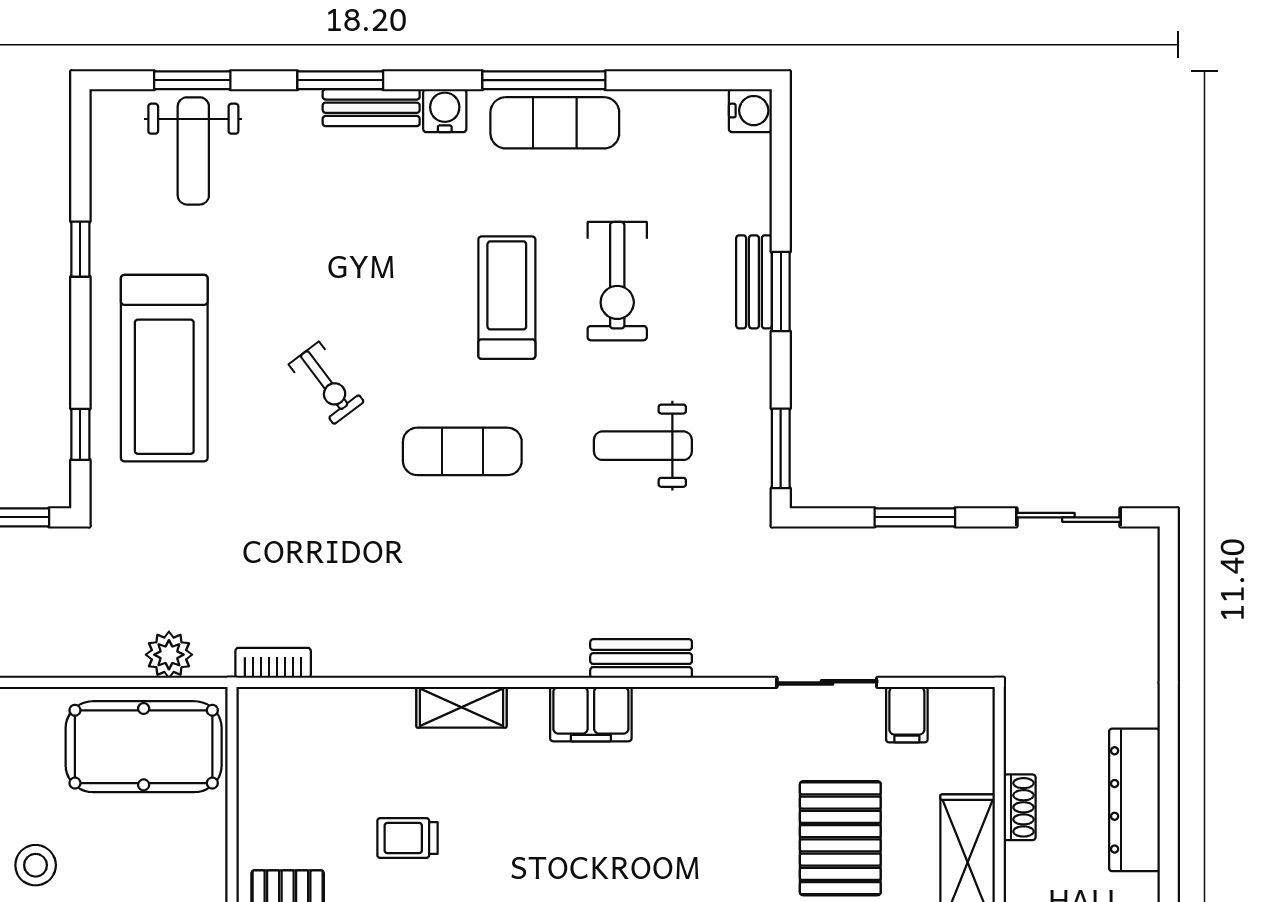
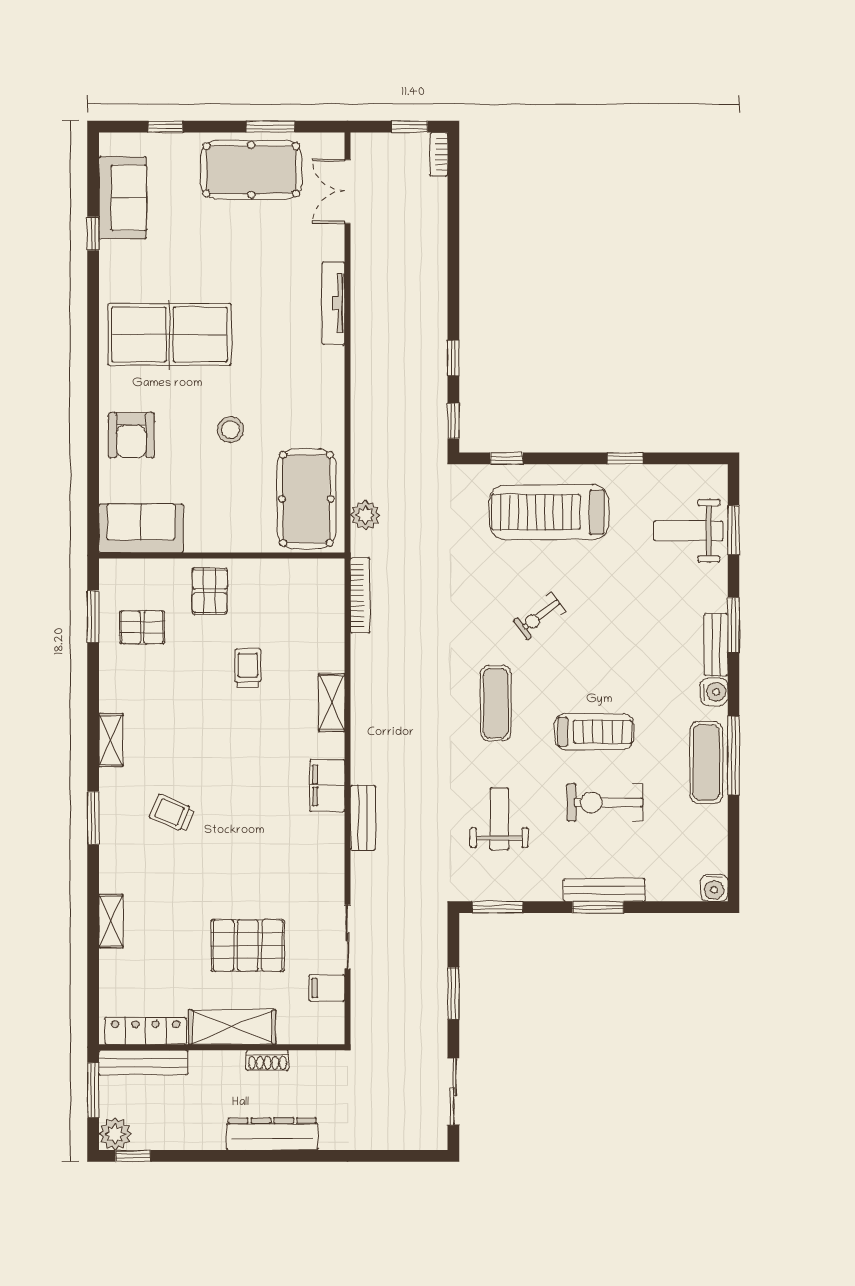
bench: (754, 282) -> (604, 890), width x1.36
bookcase: (273, 663) -> (360, 595), width x1.56

